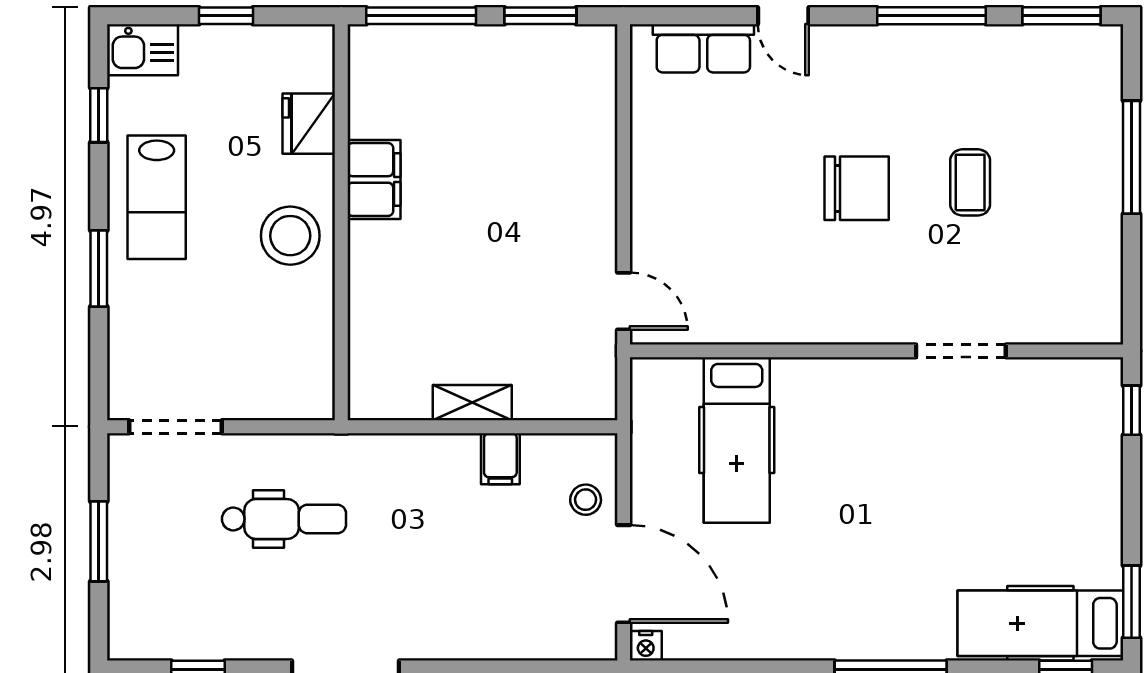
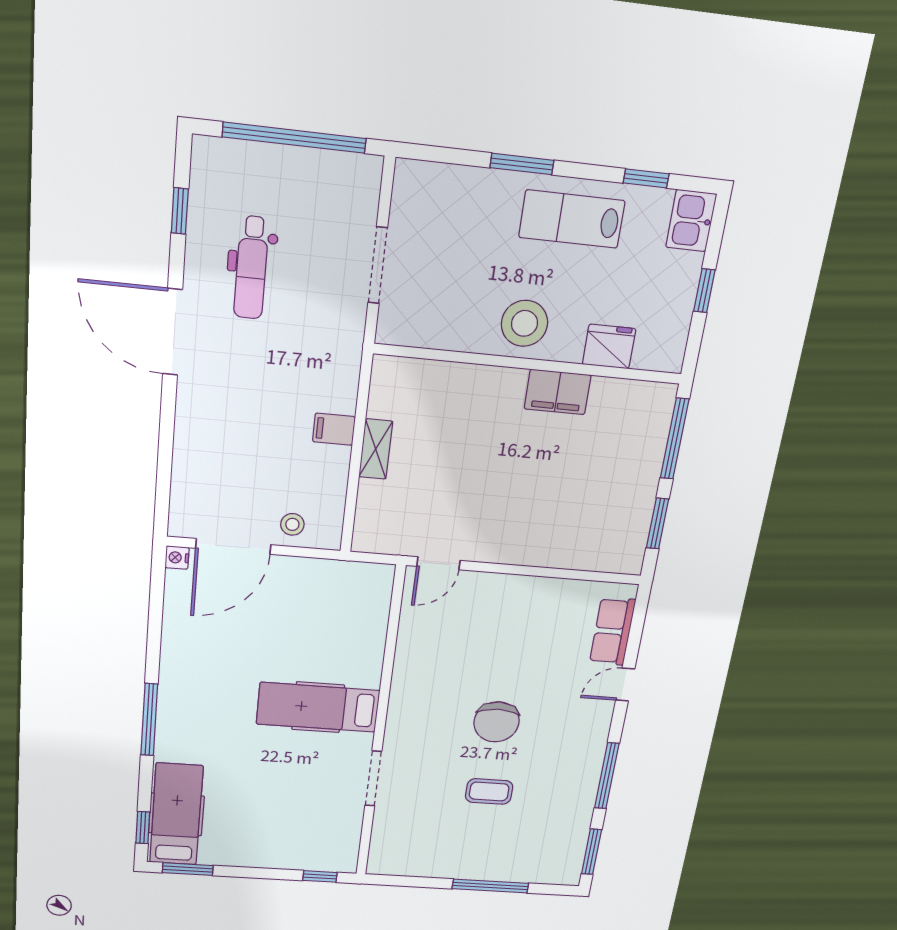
doorway: (175, 427) -> (378, 265), moved
hospital bed: (737, 440) -> (318, 707), moved
filing cabinet: (500, 459) -> (334, 429), moved
dental chair: (284, 519) -> (251, 268), moved
window: (99, 541) -> (294, 138), width x2.11

